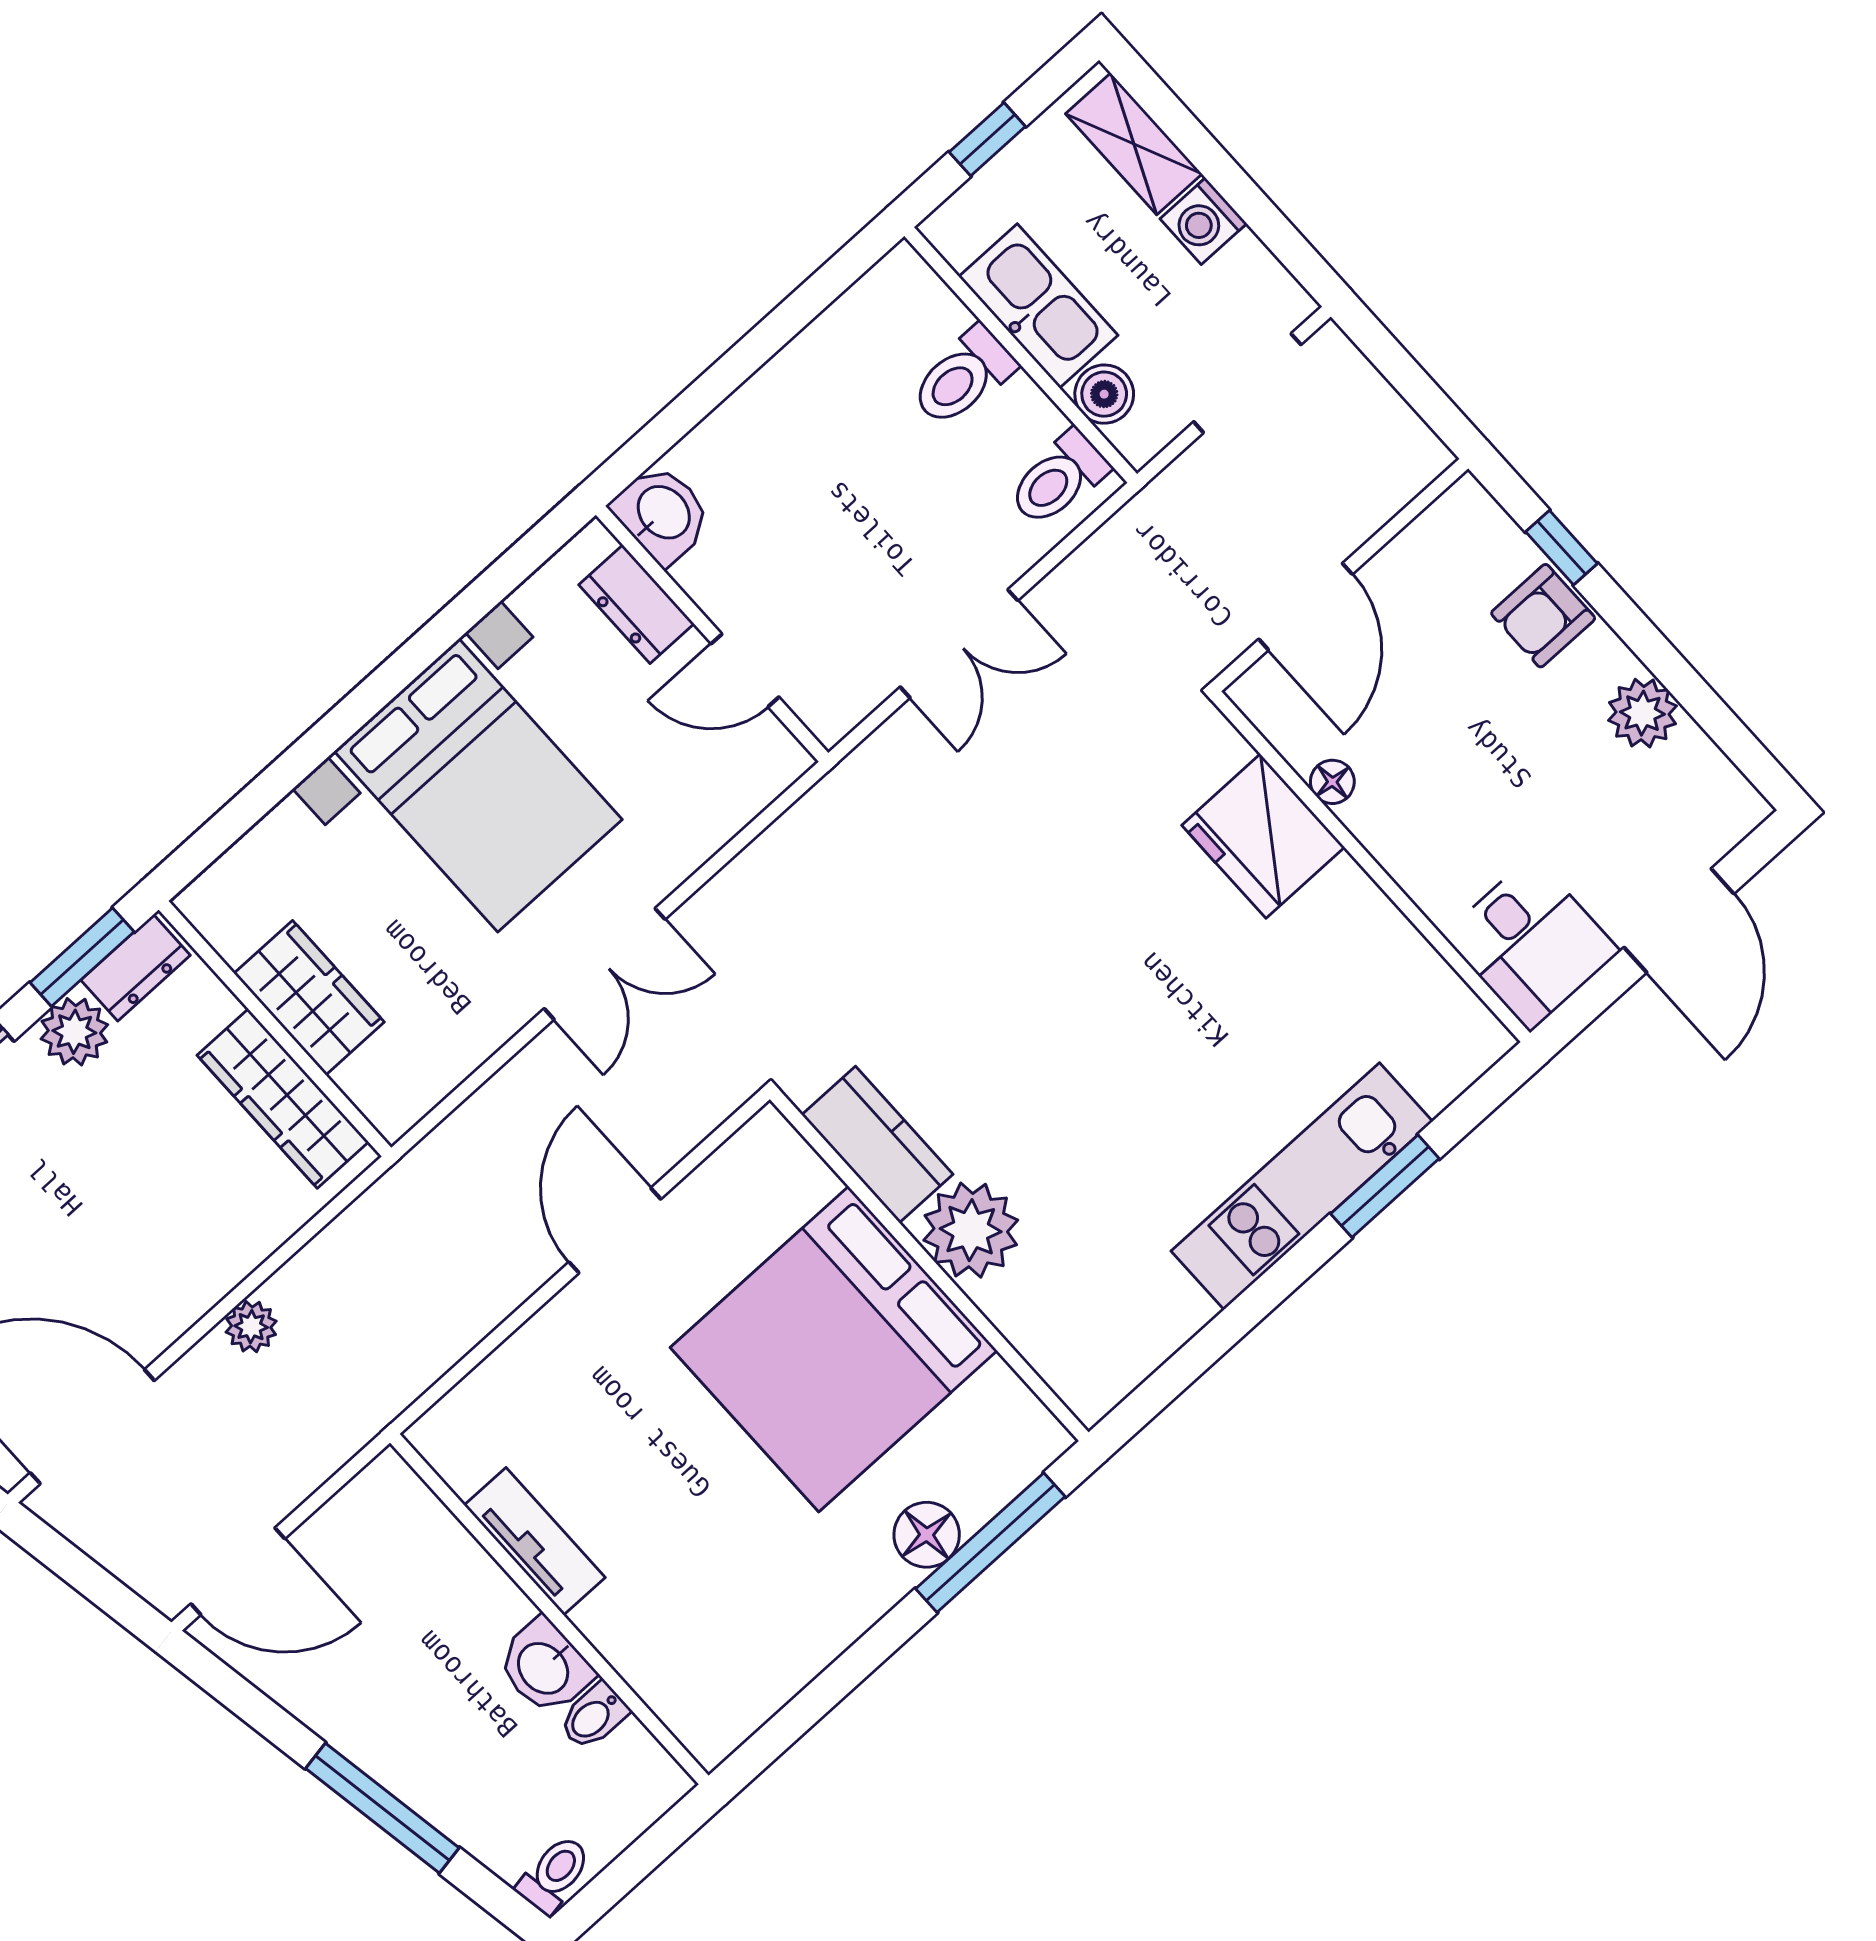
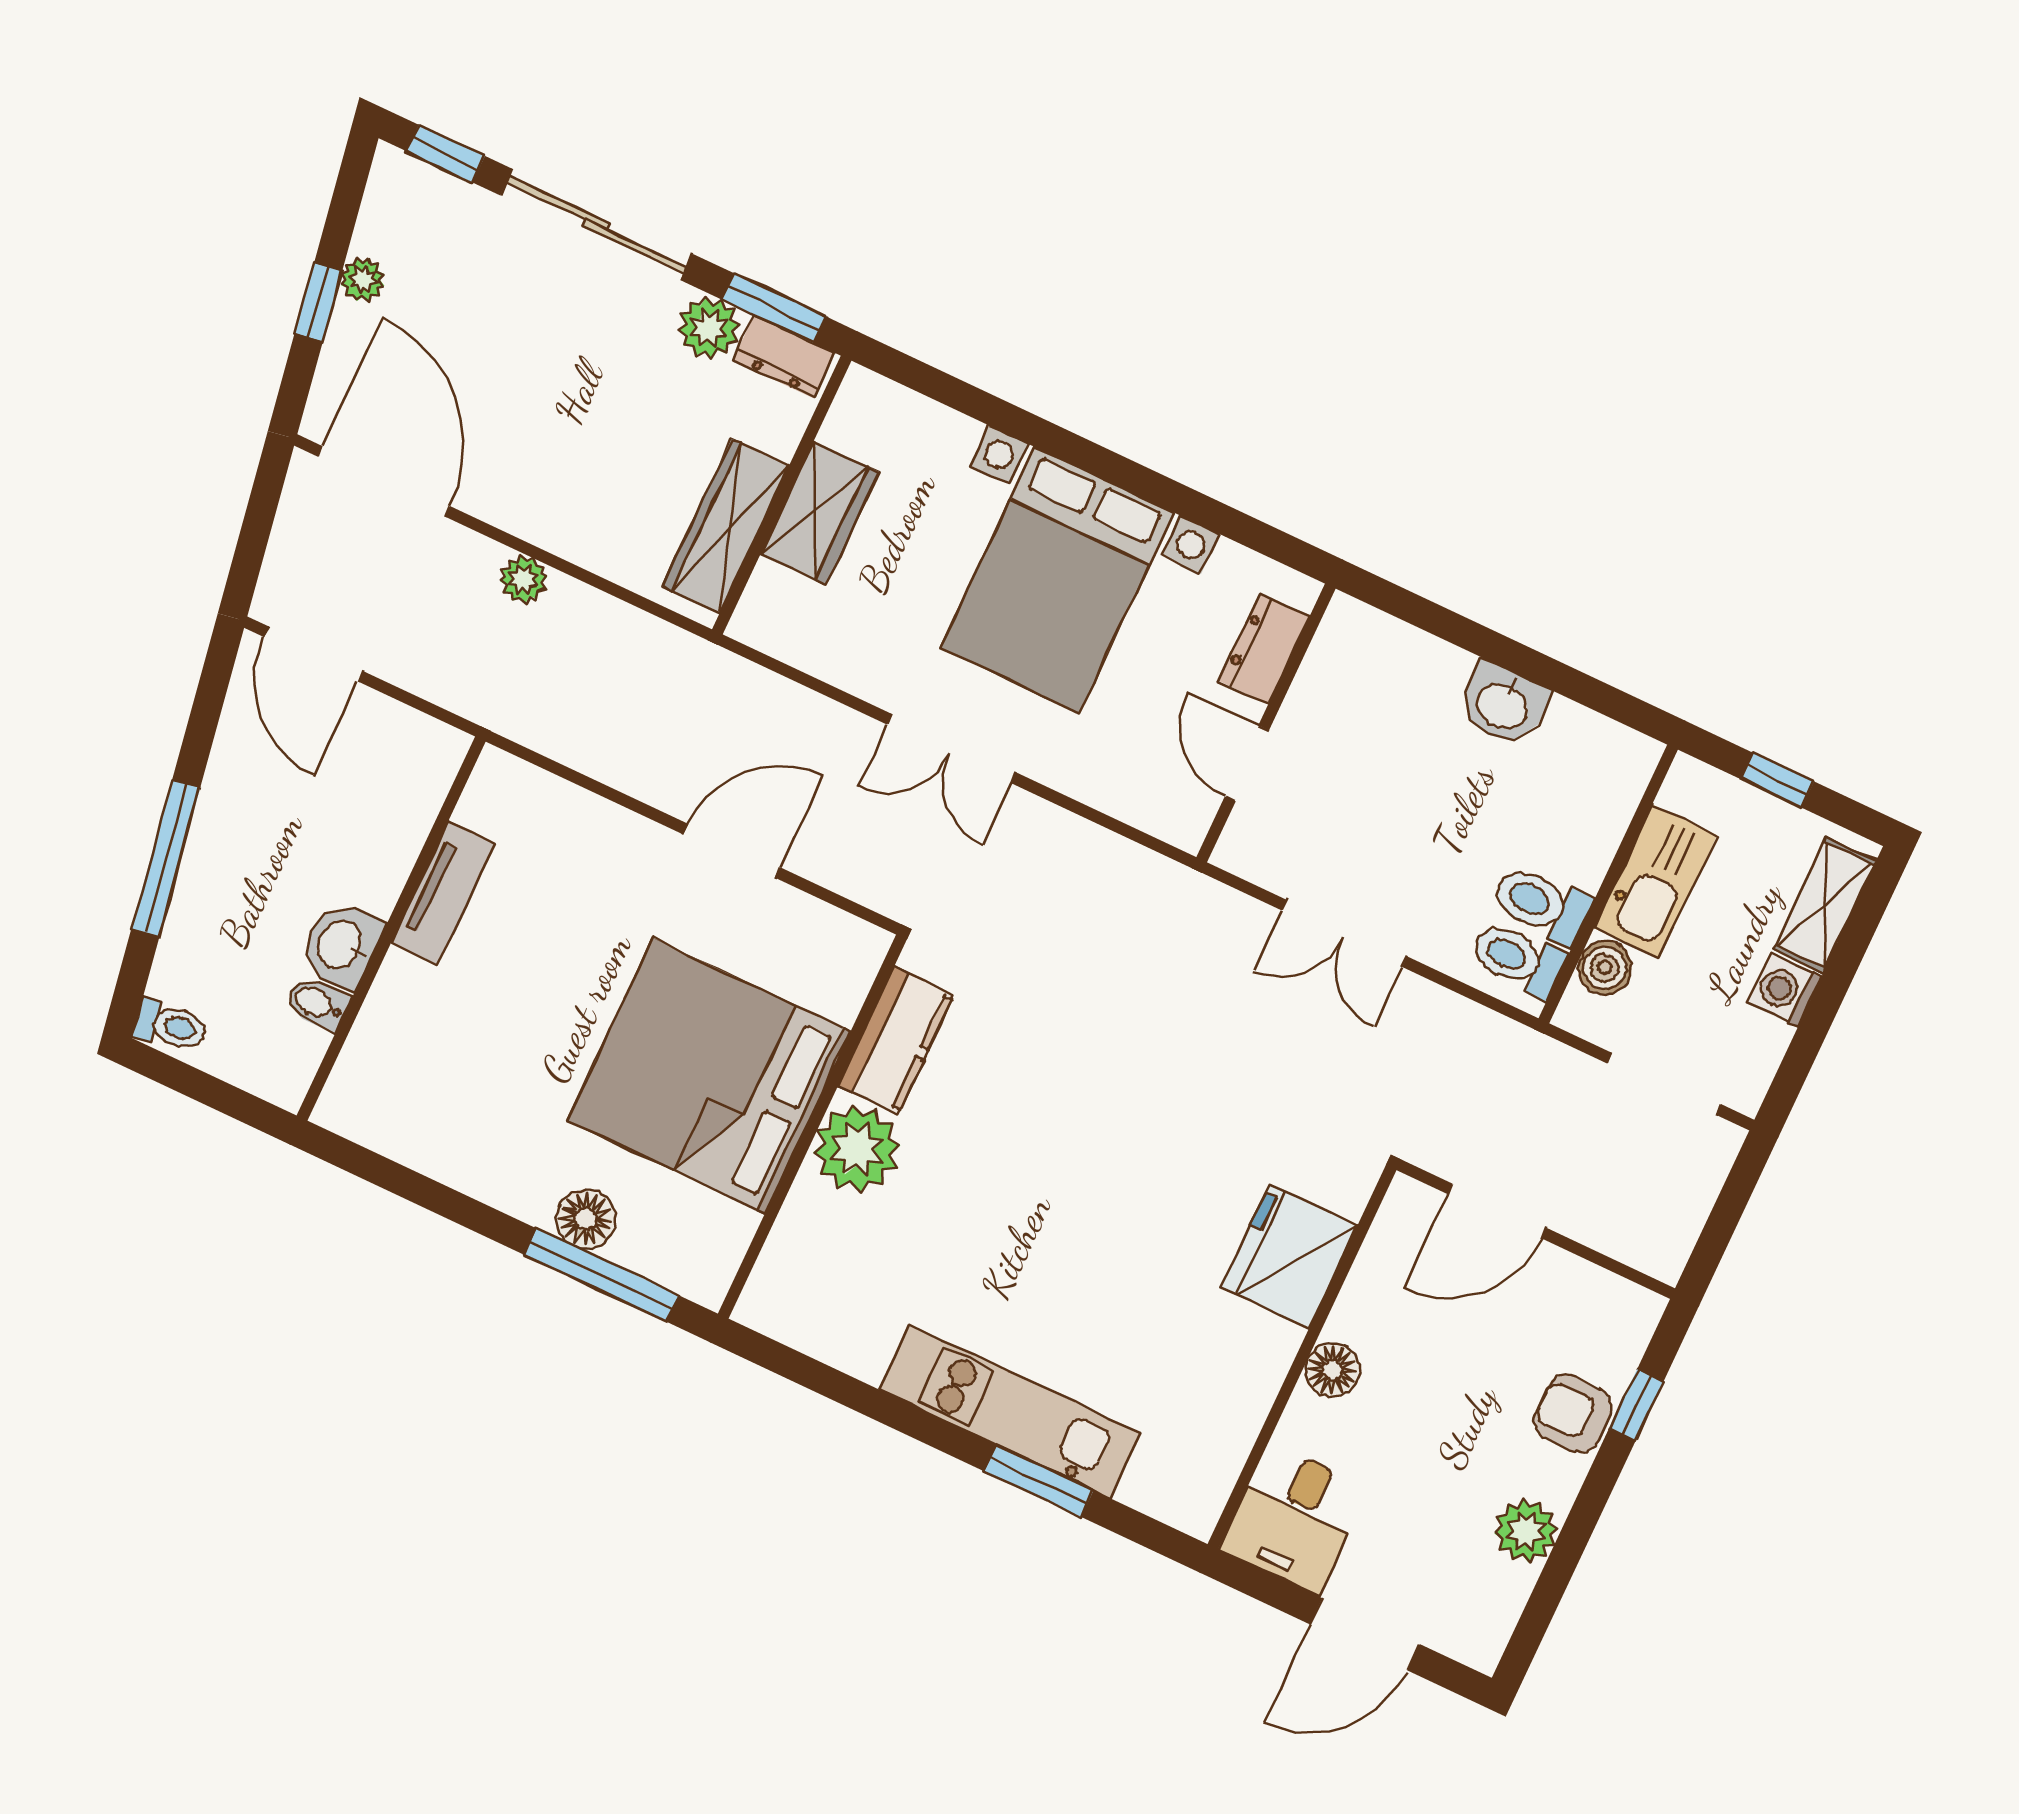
toilet: (963, 377) -> (1541, 904), moved
washbasin: (662, 514) -> (1503, 705), moved, turned 90
floor lamp: (1332, 782) -> (1332, 1370), moved, width x1.37, depth x1.37

